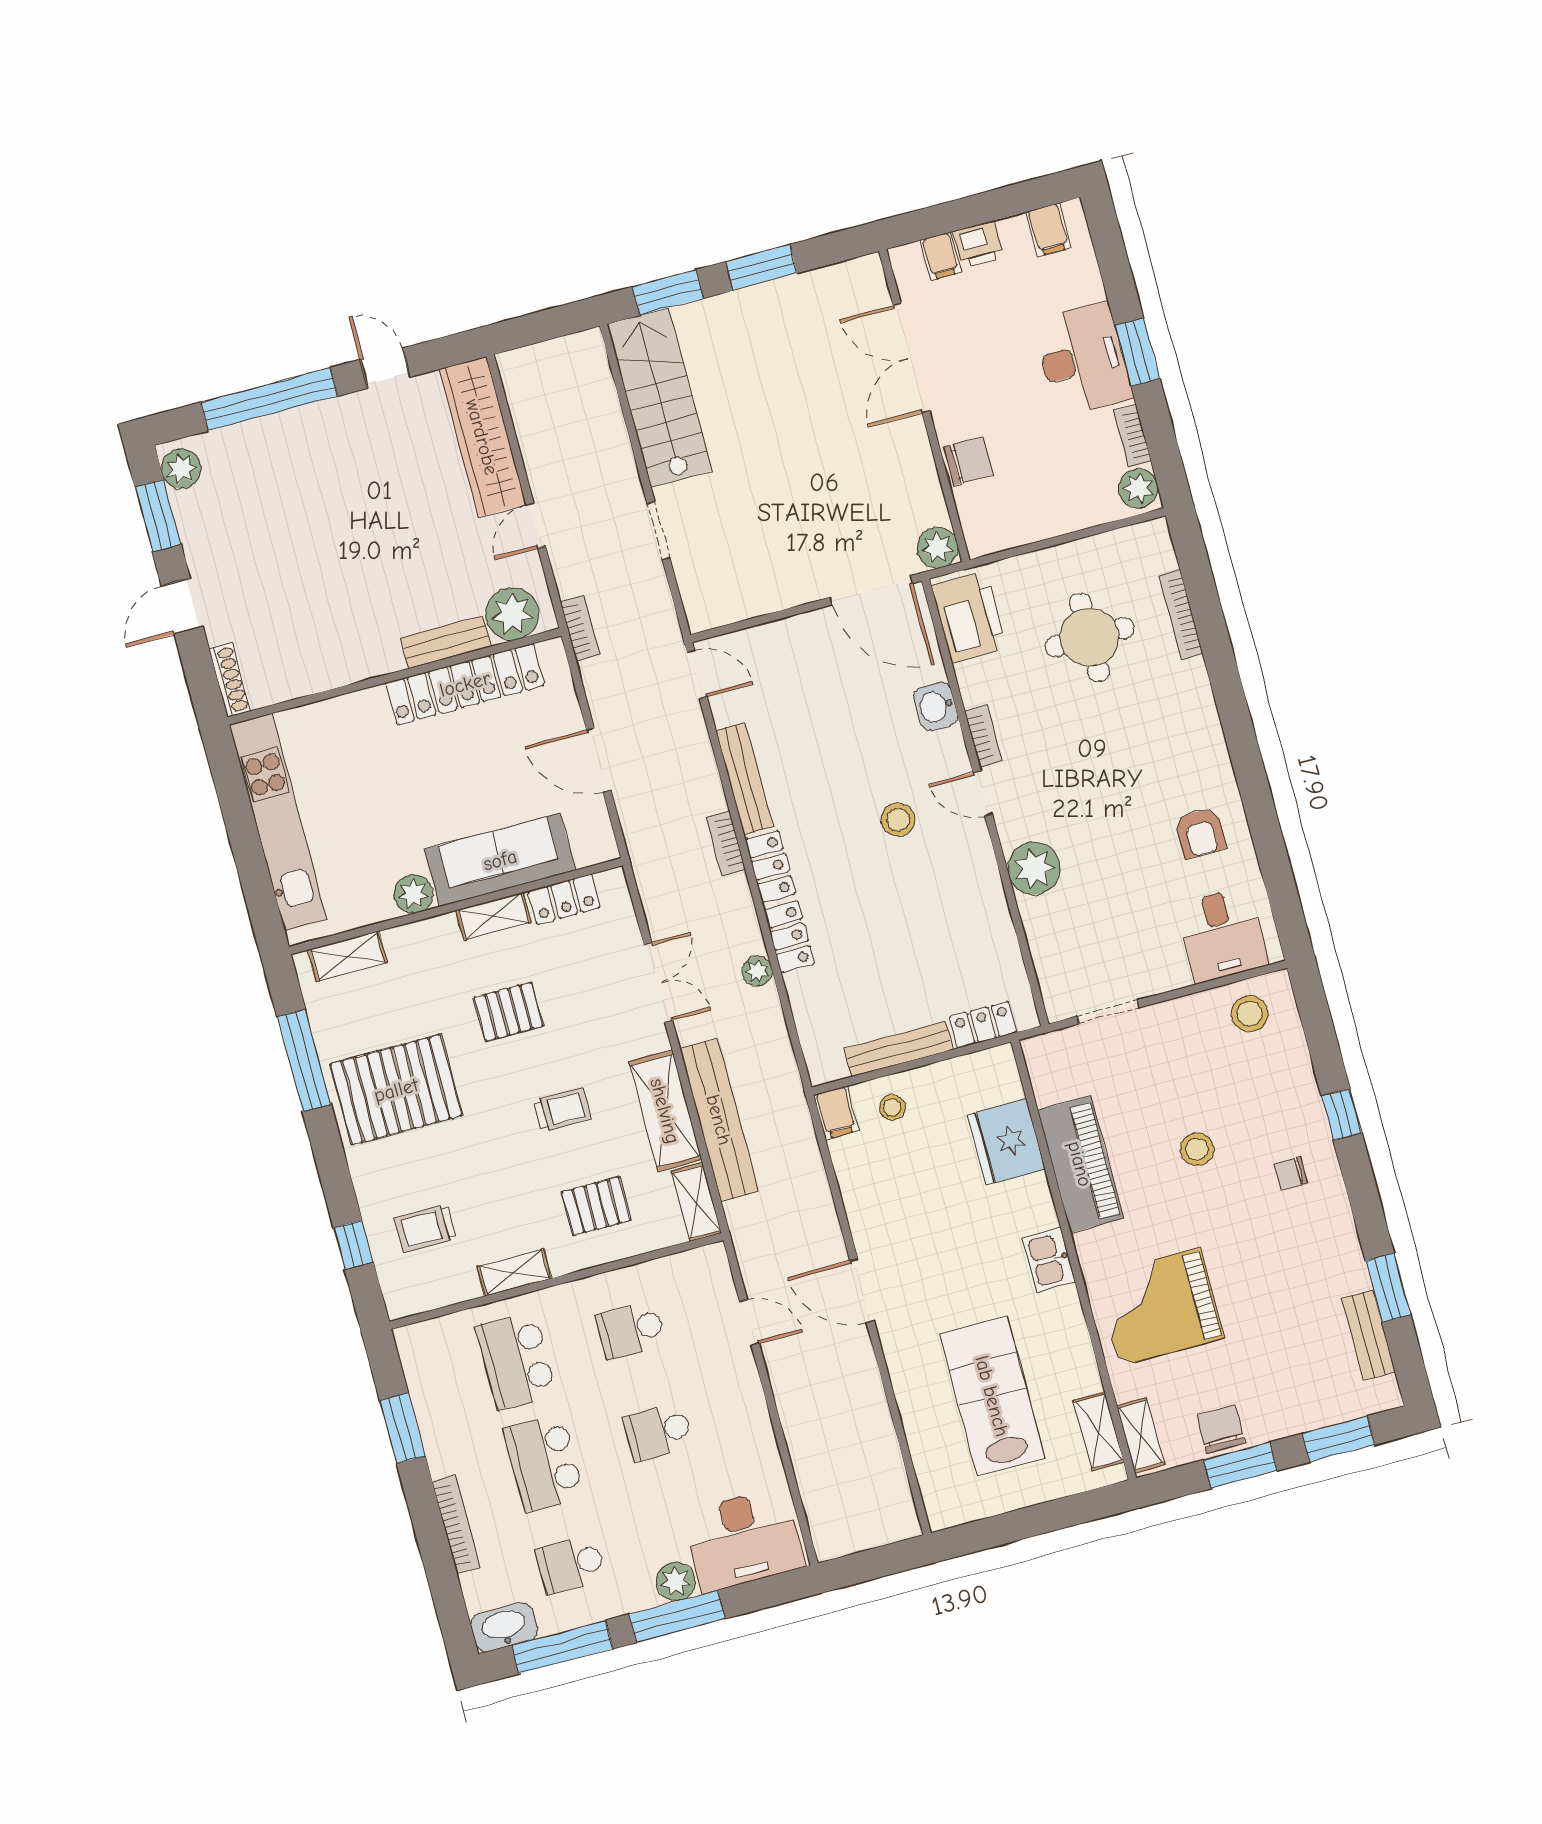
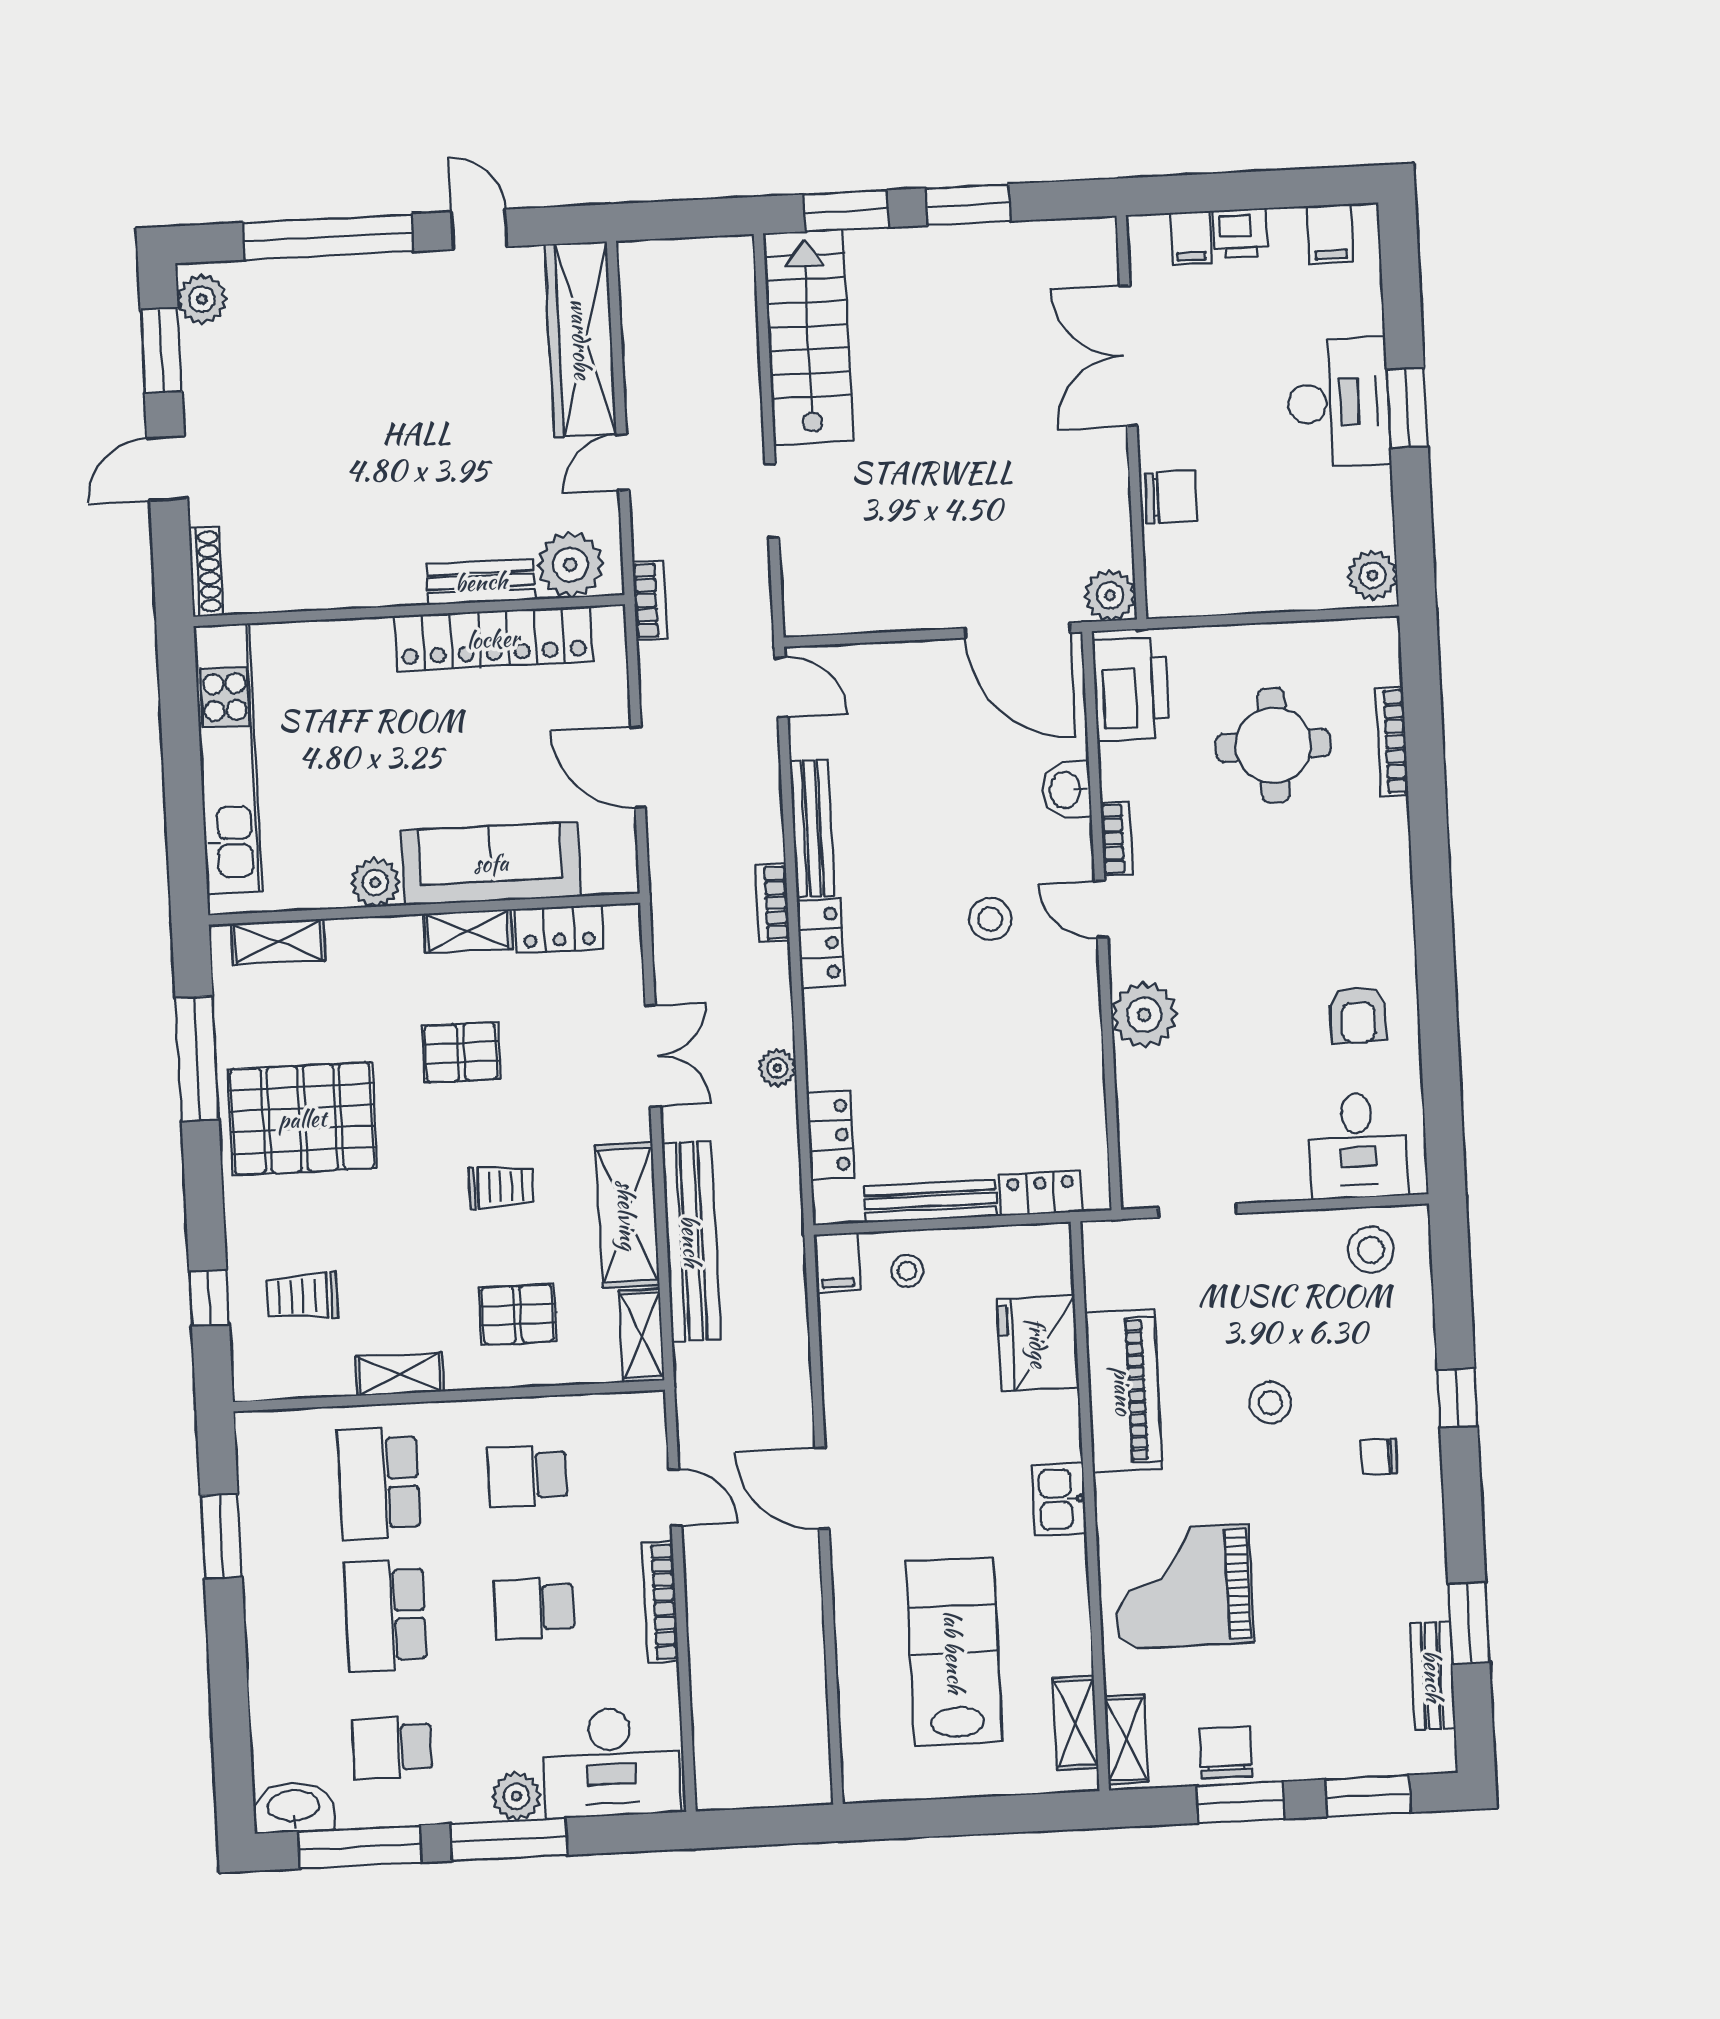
bookcase: (1132, 436) -> (1379, 509), removed
locker: (789, 937) -> (831, 1135), moved
bookcase: (456, 1524) -> (660, 1602), moved, turned 180

